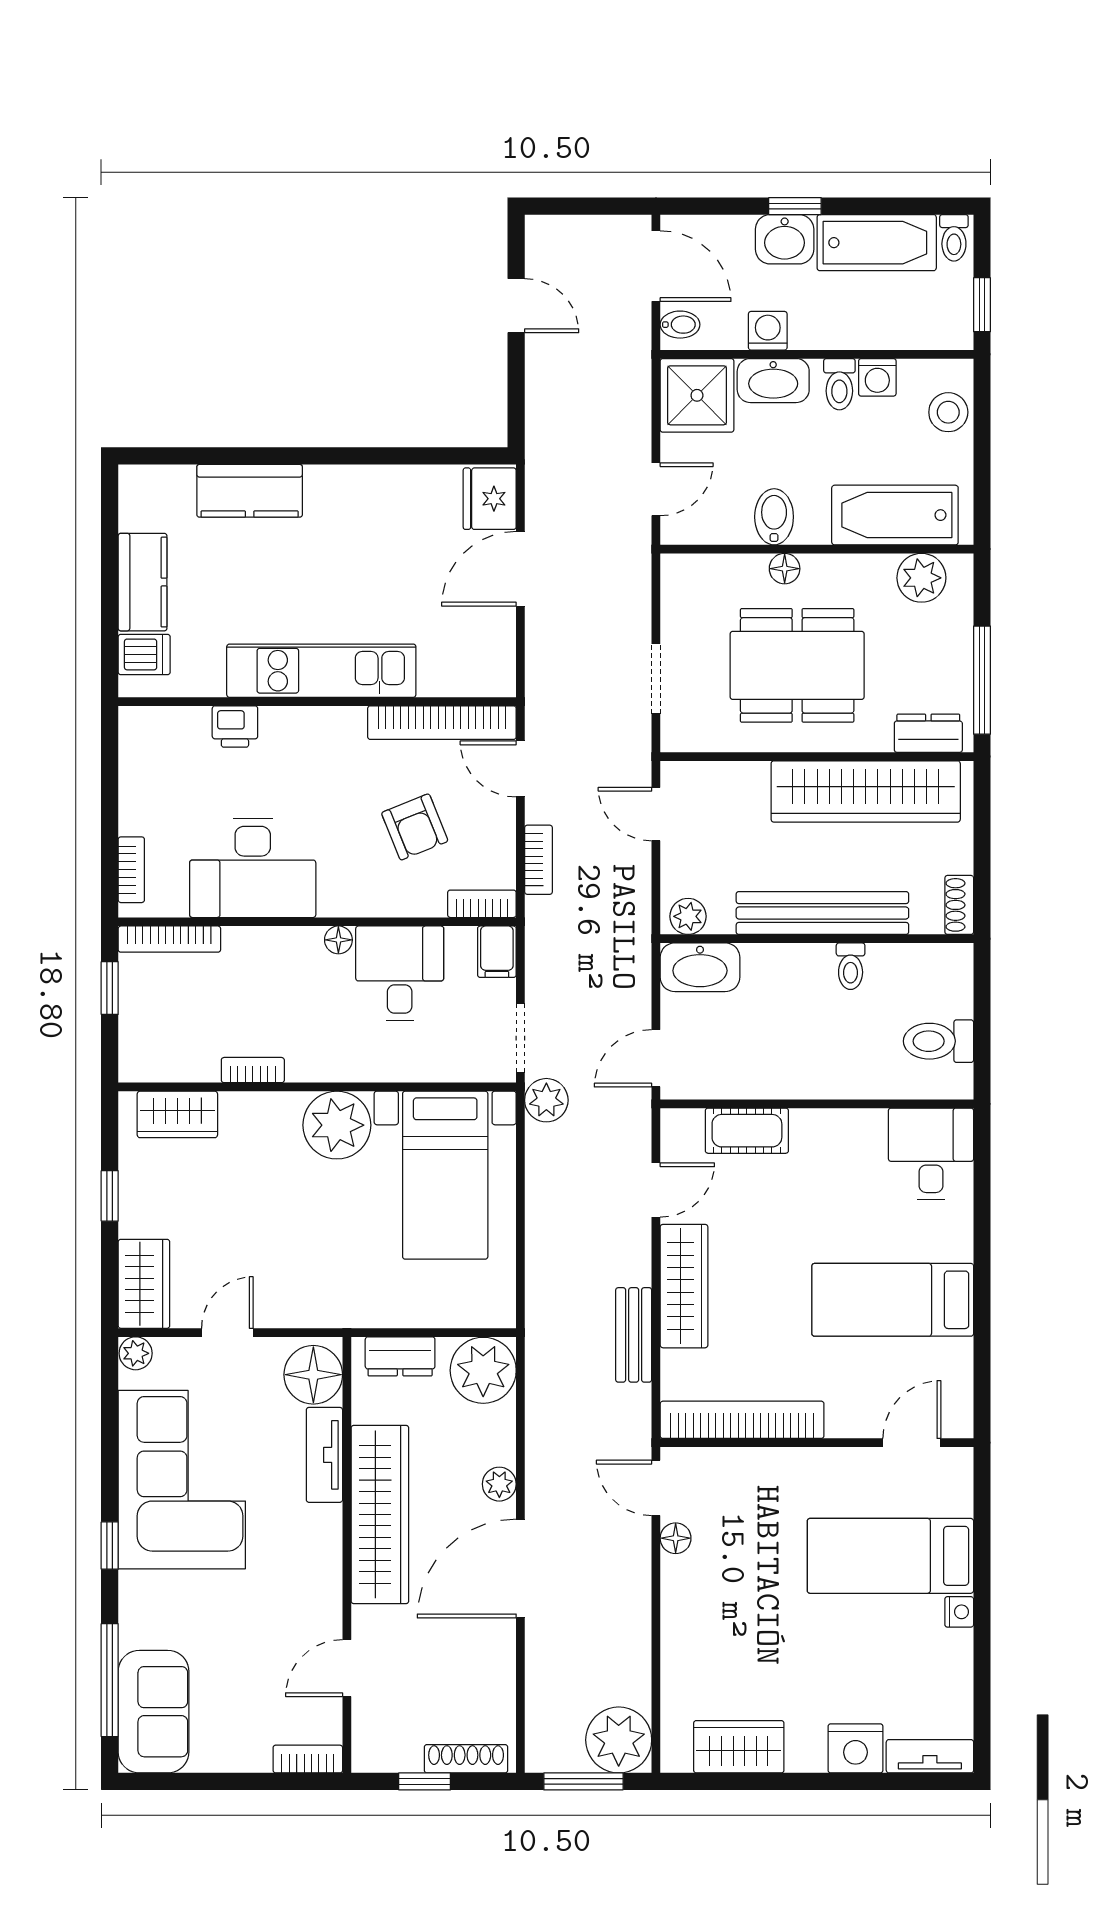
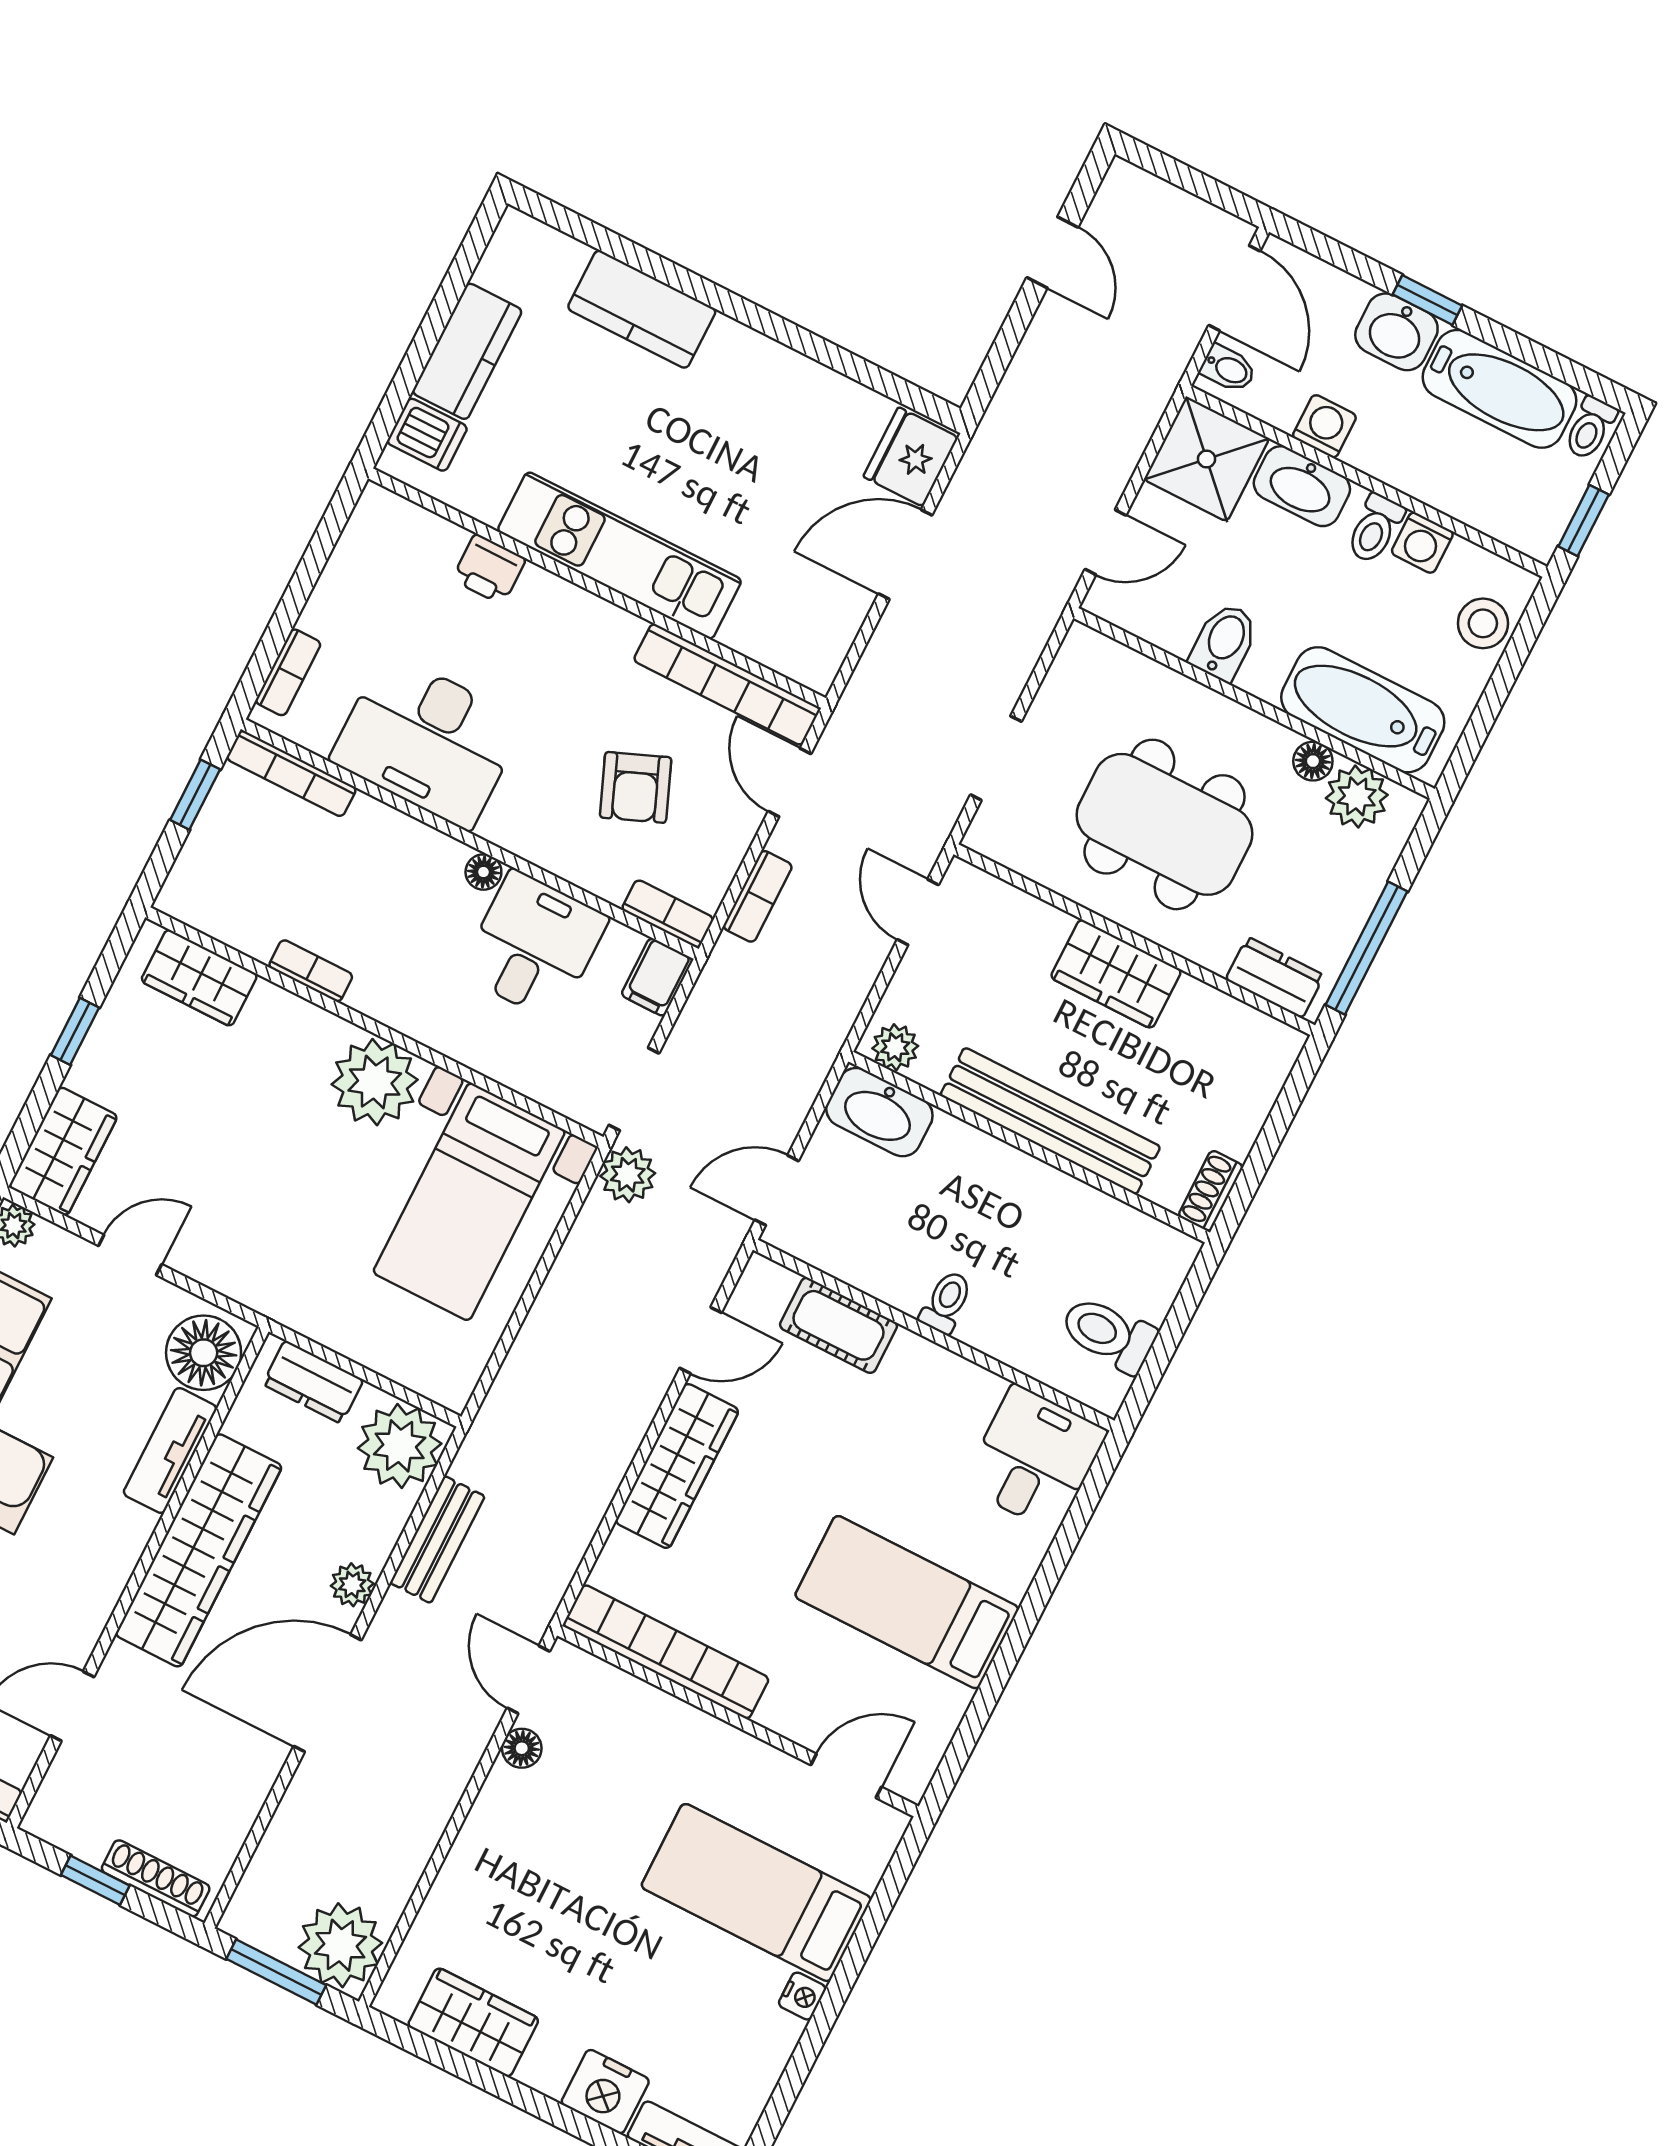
floor lamp: (785, 569) -> (1313, 761), moved
wardrobe: (866, 791) -> (1116, 974), width x0.48, depth x0.85
toilet: (851, 966) -> (946, 1302), moved, turned 180
bench: (634, 1335) -> (437, 1540), moved

